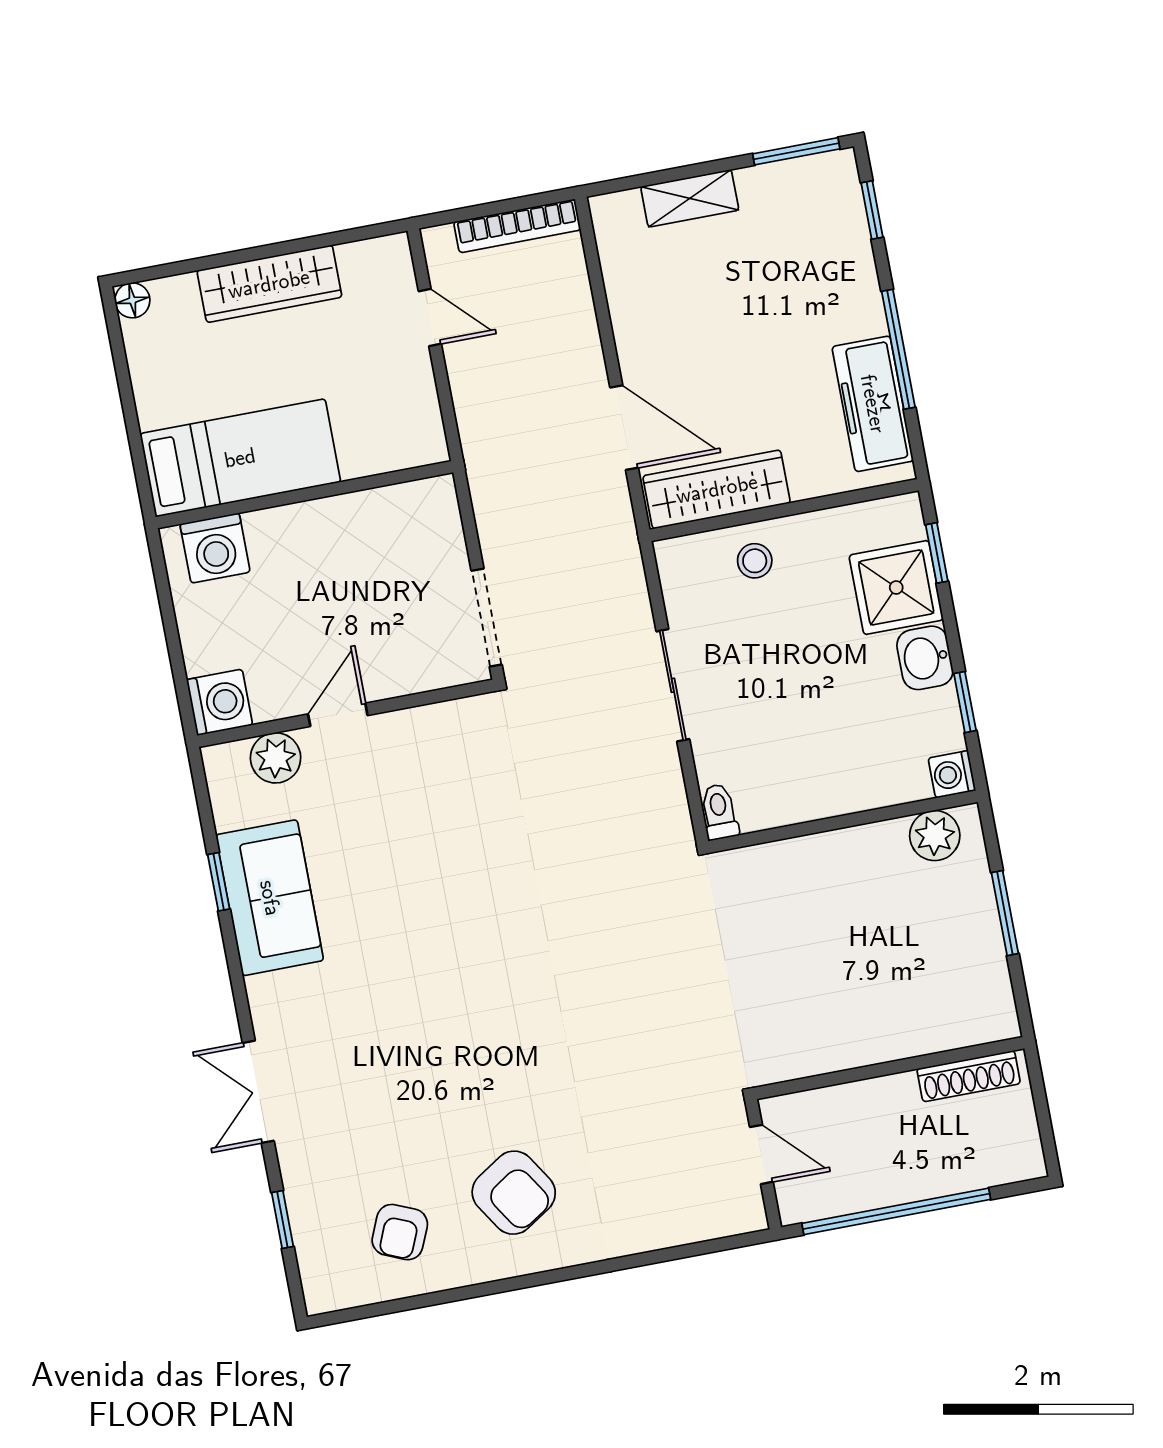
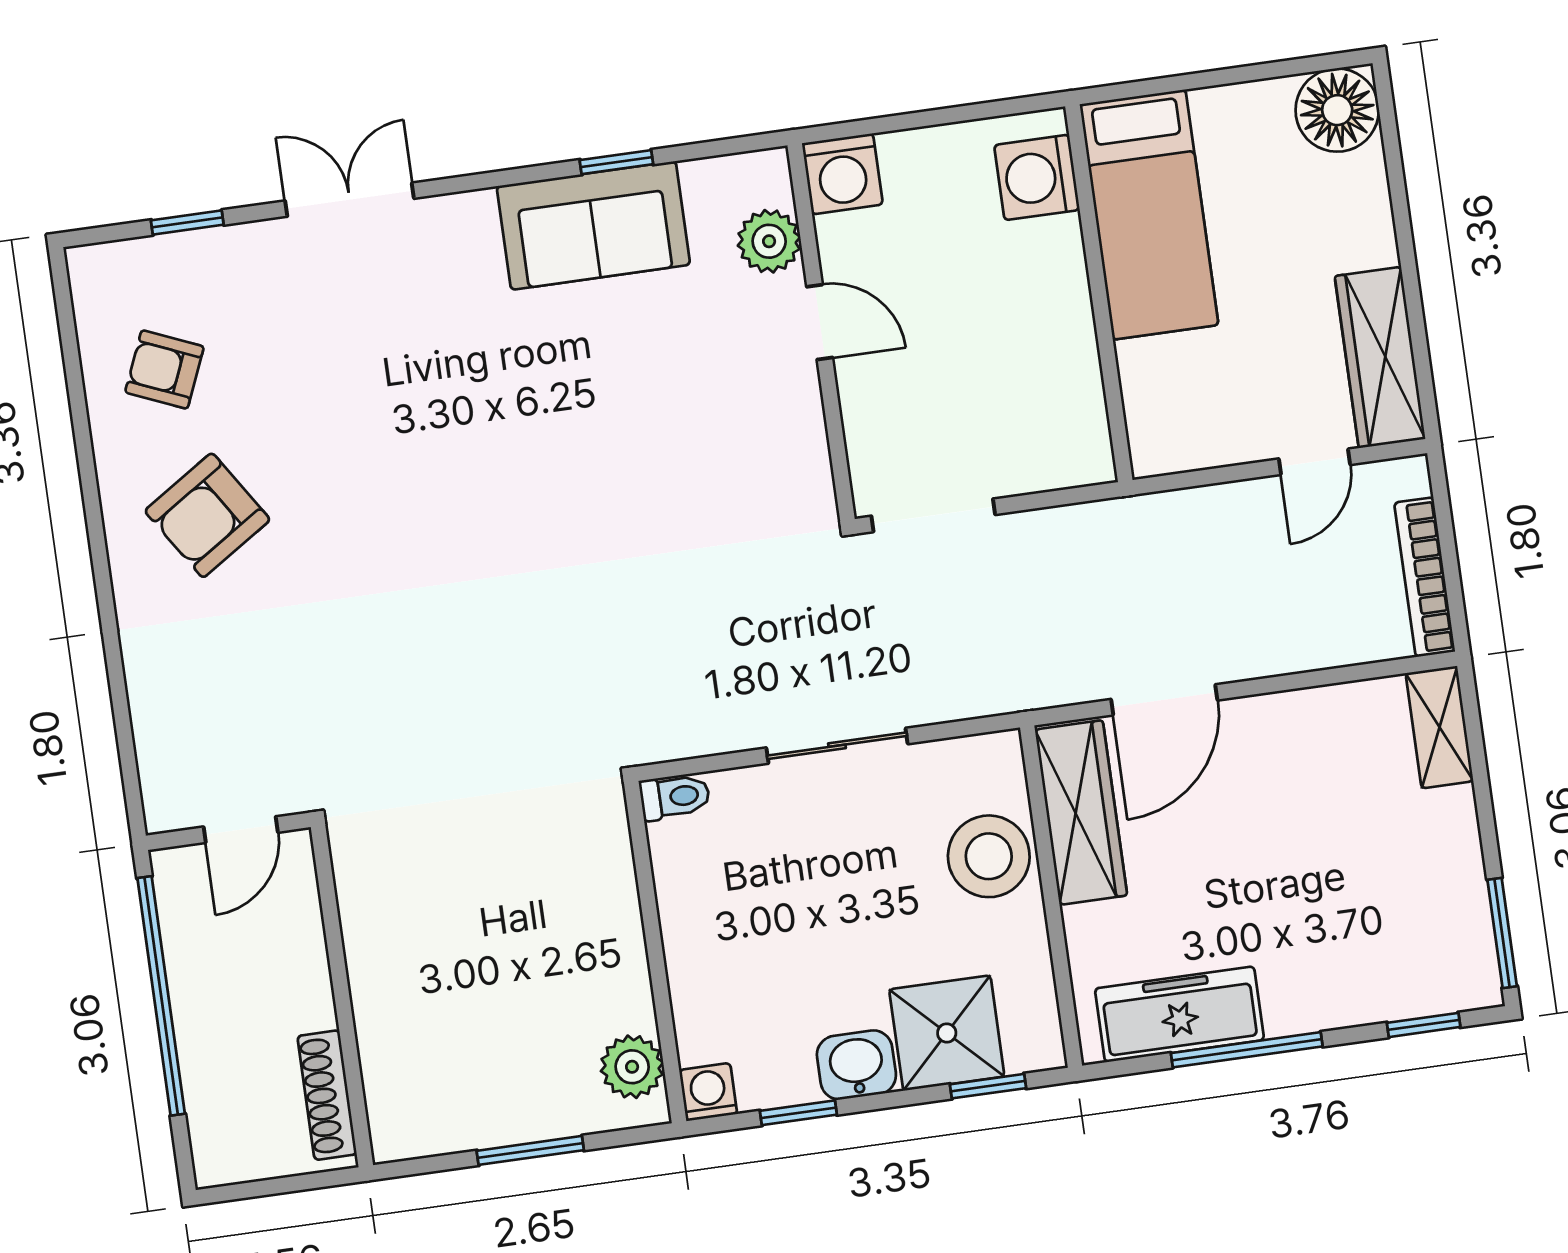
shelving: (690, 198) -> (1439, 727), moved
wardrobe: (269, 284) -> (1380, 357), moved
floor lamp: (132, 300) -> (1337, 110), width x1.89, depth x1.89
stool: (755, 561) -> (989, 856), width x1.89, depth x1.89

